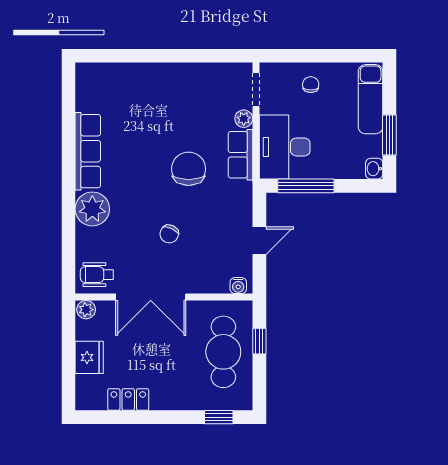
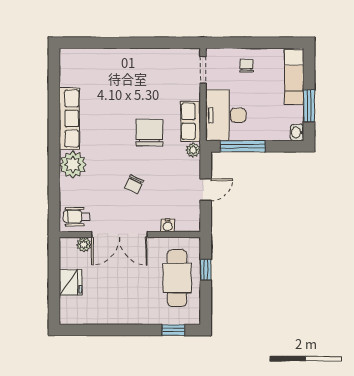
plant: (244, 119) -> (193, 150), moved
water cooler: (238, 286) -> (168, 225), moved
plant: (86, 310) -> (84, 245), moved
locker: (128, 399) -> (101, 316), removed

